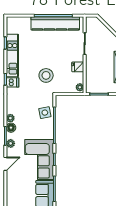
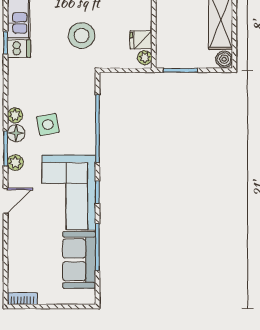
fridge: (78, 67) -> (141, 40), moved
side table: (45, 113) -> (48, 125), moved

